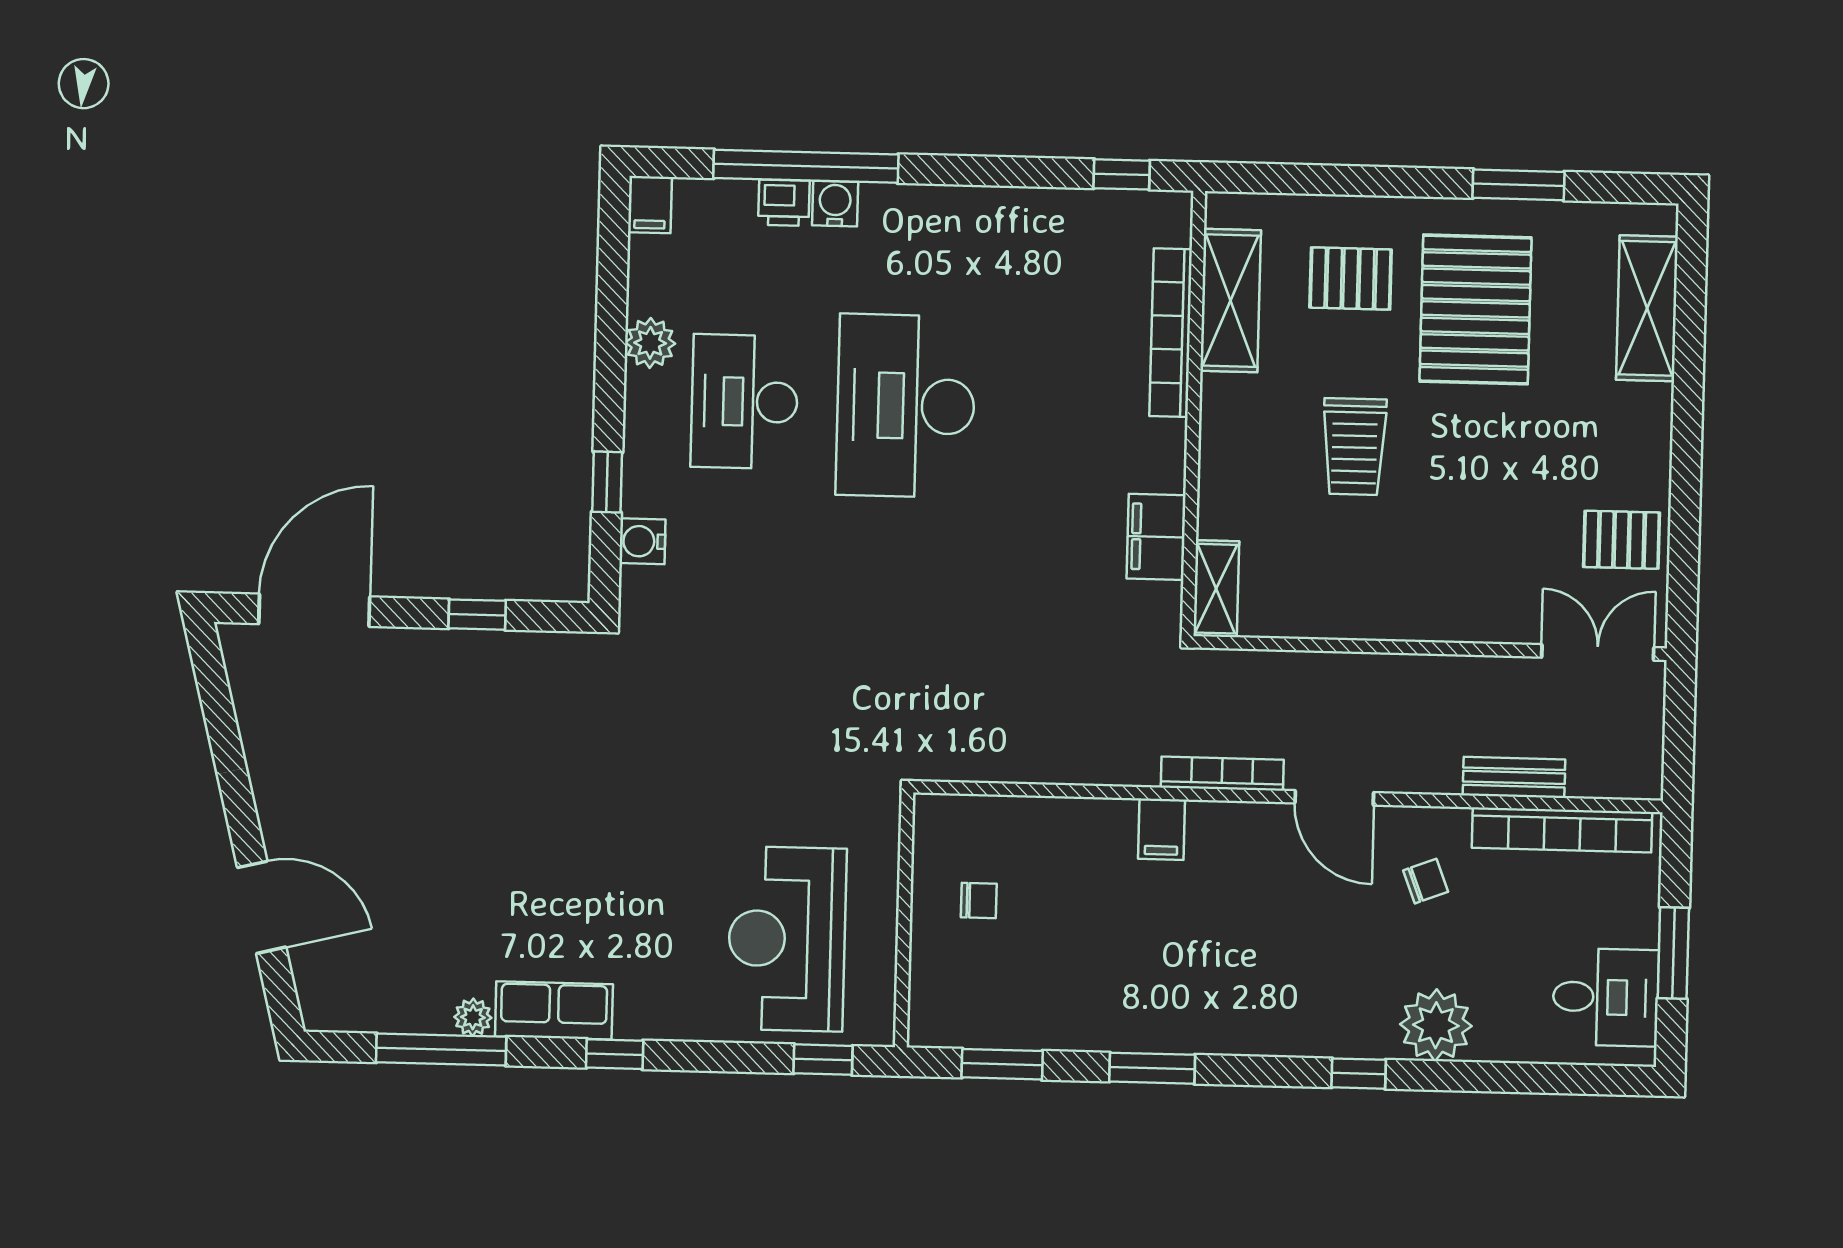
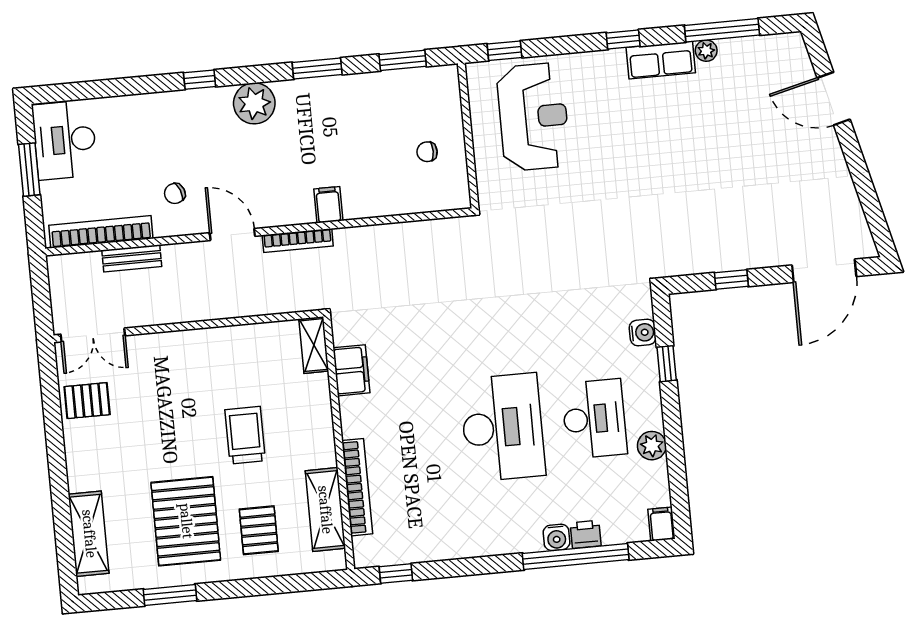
pallet: (1351, 279) -> (259, 530), turned 90
desk: (1606, 997) -> (65, 140), width x1.37
plant: (1436, 1025) -> (254, 103), moved

